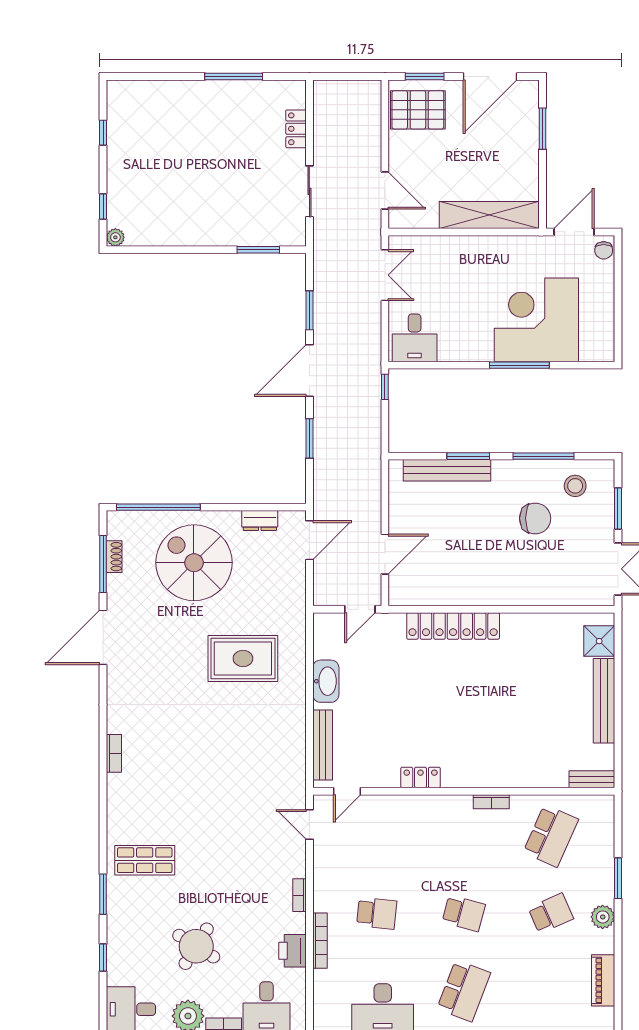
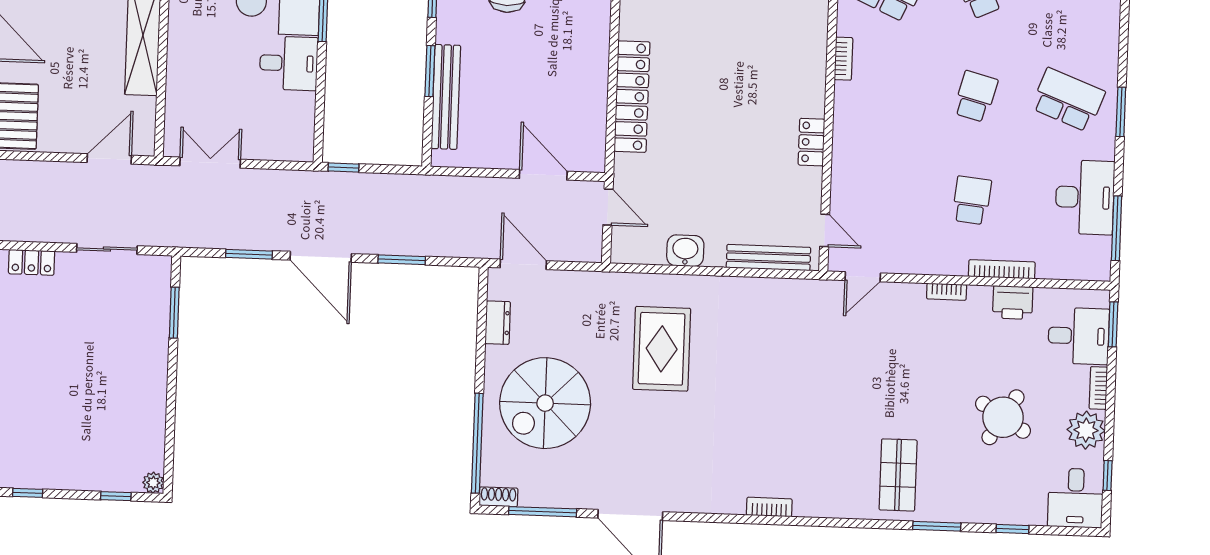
desk: (415, 338) -> (289, 63), moved
shoe rack: (114, 557) -> (498, 497), moved
washbasin: (326, 681) -> (685, 251), width x0.72

